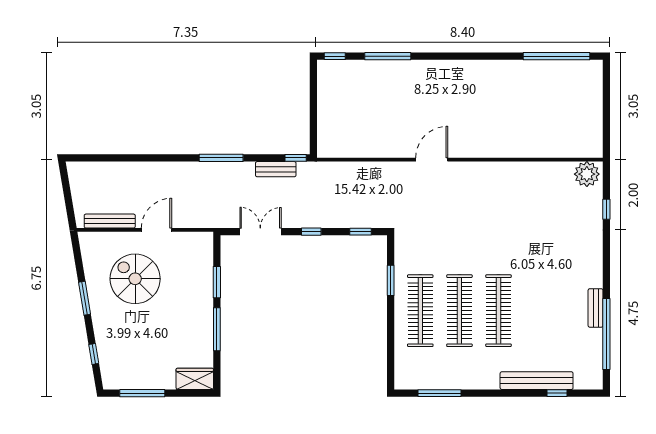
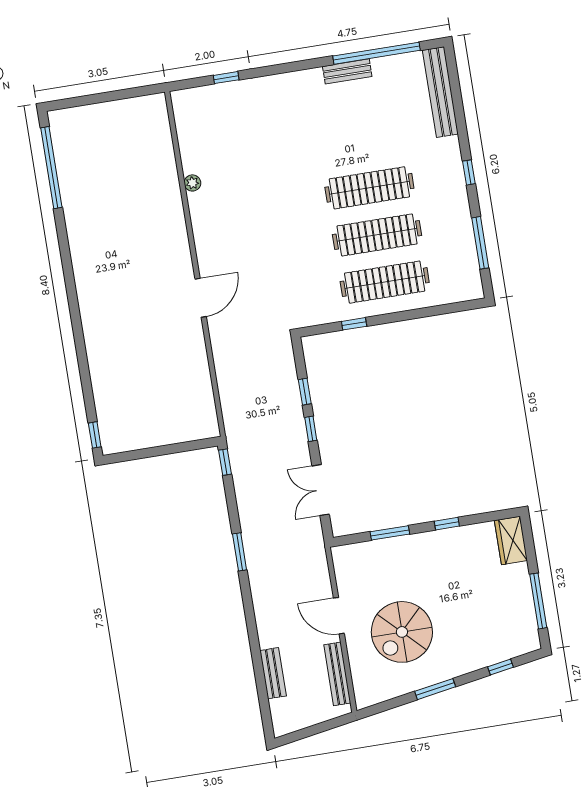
window: (388, 56) -> (84, 371), removed
window: (221, 158) -> (240, 552), width x0.69
door: (432, 160) -> (201, 298), swing flipped
bench: (276, 169) -> (273, 673), moved
plant: (587, 174) -> (192, 183), moved, width x0.53, depth x0.53
window: (361, 232) -> (305, 392), moved
window: (391, 280) -> (354, 324), width x0.67
window: (217, 329) -> (447, 524), width x0.46
bench: (537, 381) -> (440, 92), moved
window: (557, 393) -> (469, 172), moved

